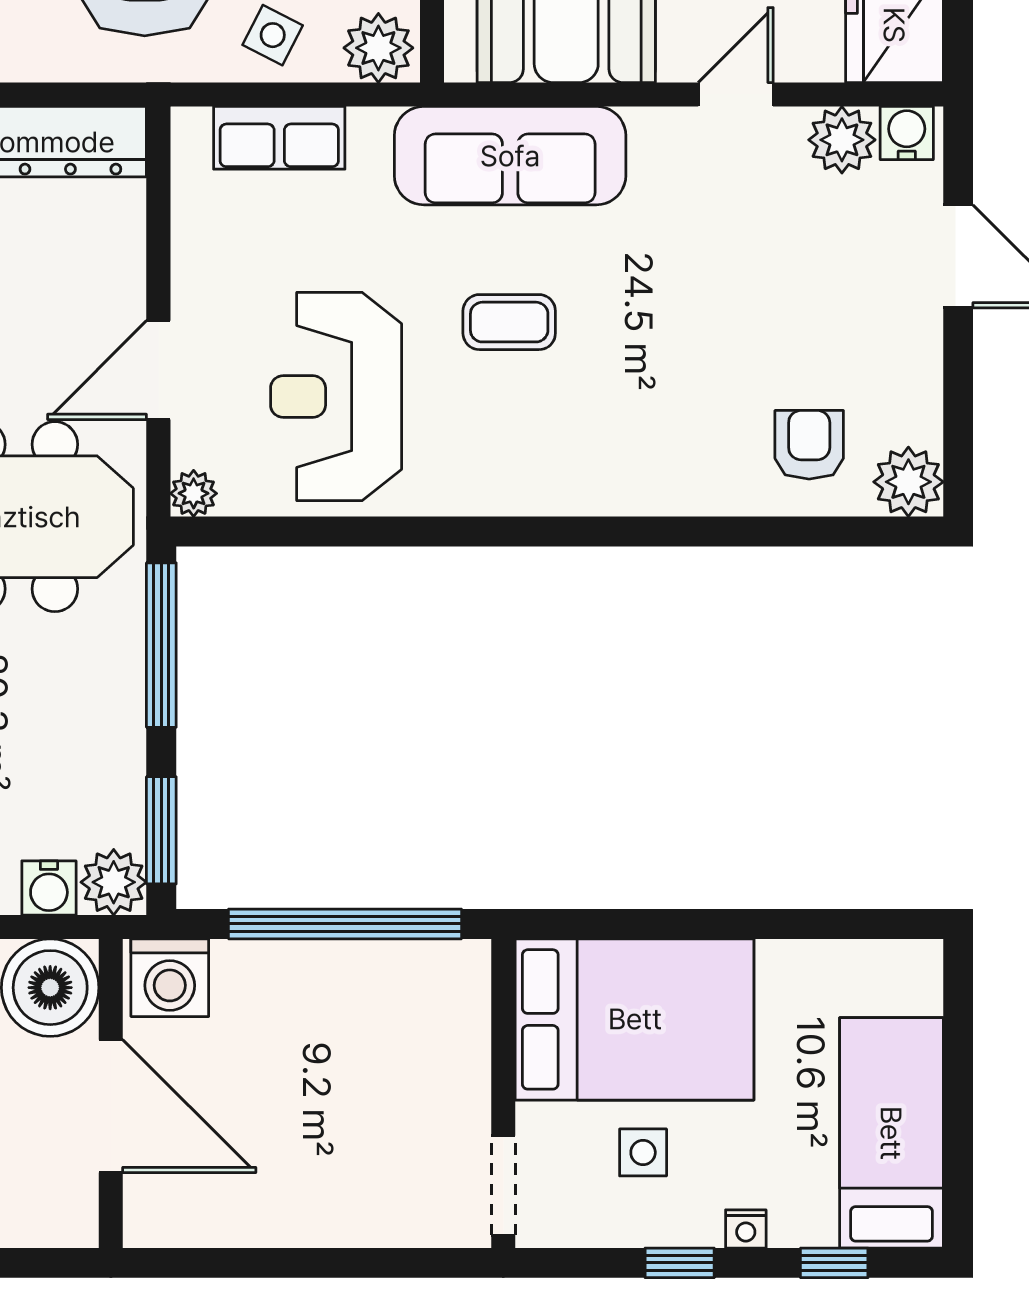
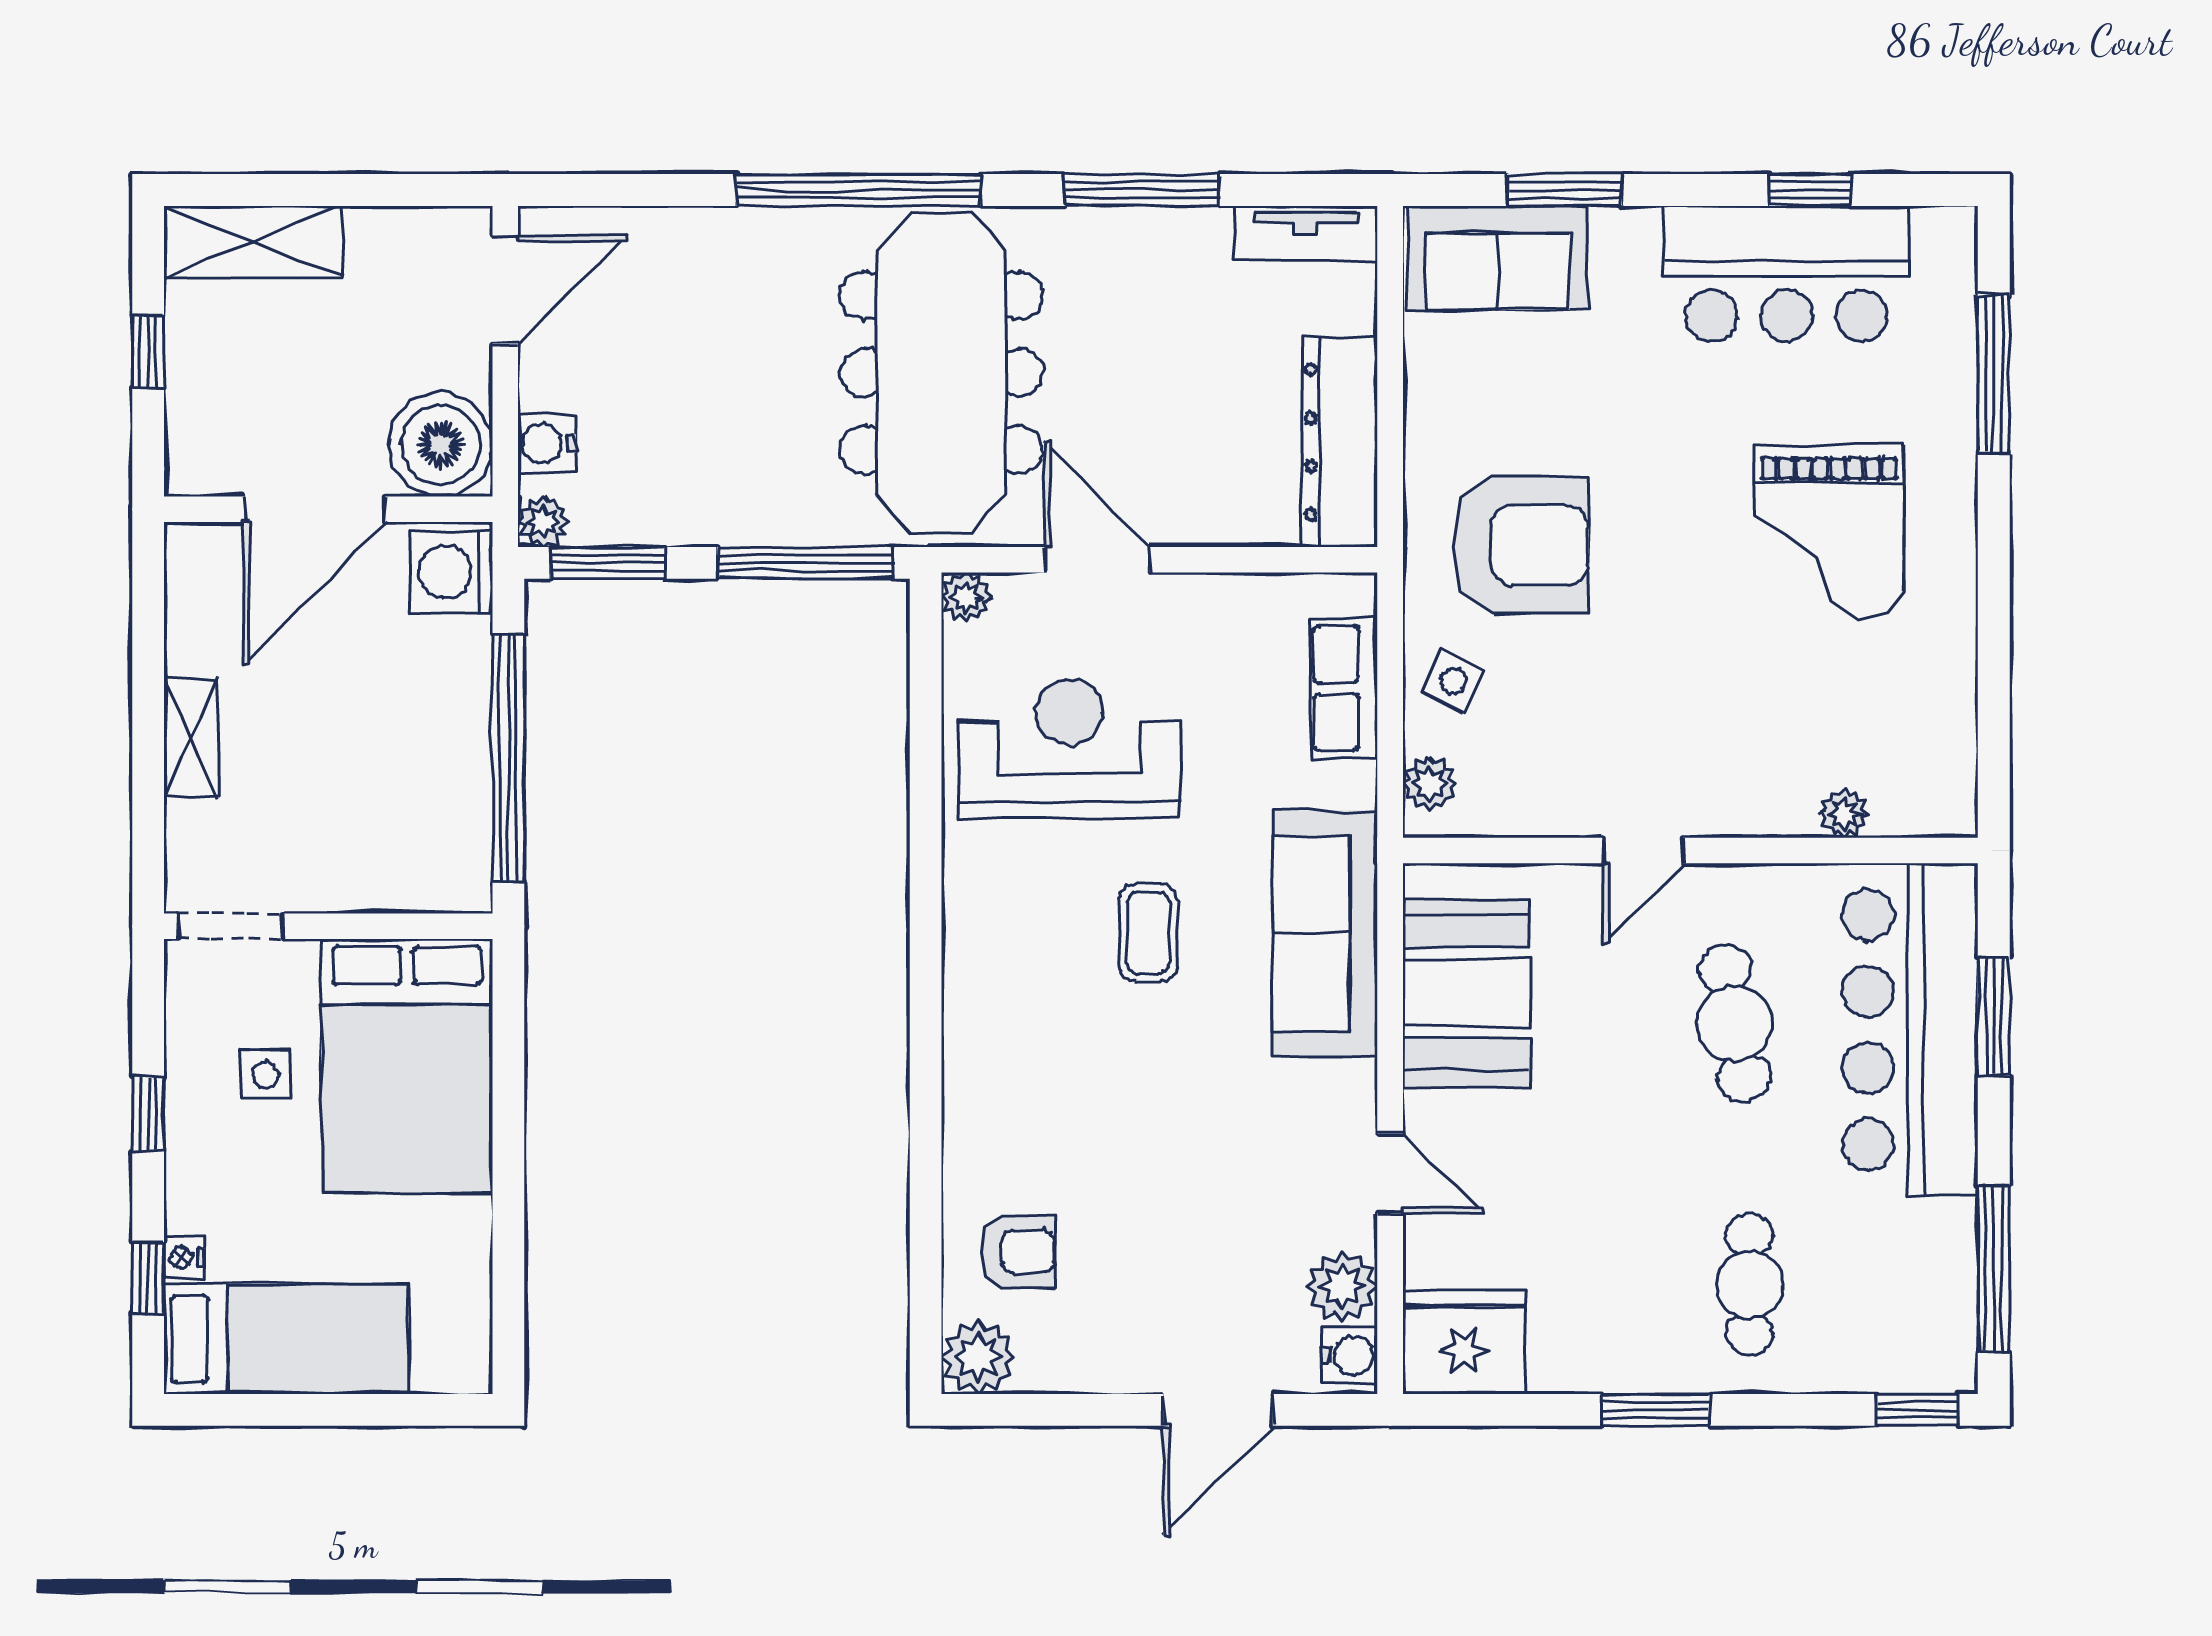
plant: (378, 48) -> (1430, 784), width x0.73, depth x0.73
plant: (114, 882) -> (543, 522), width x0.73, depth x0.73
shelving: (325, 1223) -> (191, 737), added
nightstand: (746, 1229) -> (184, 1257), moved

